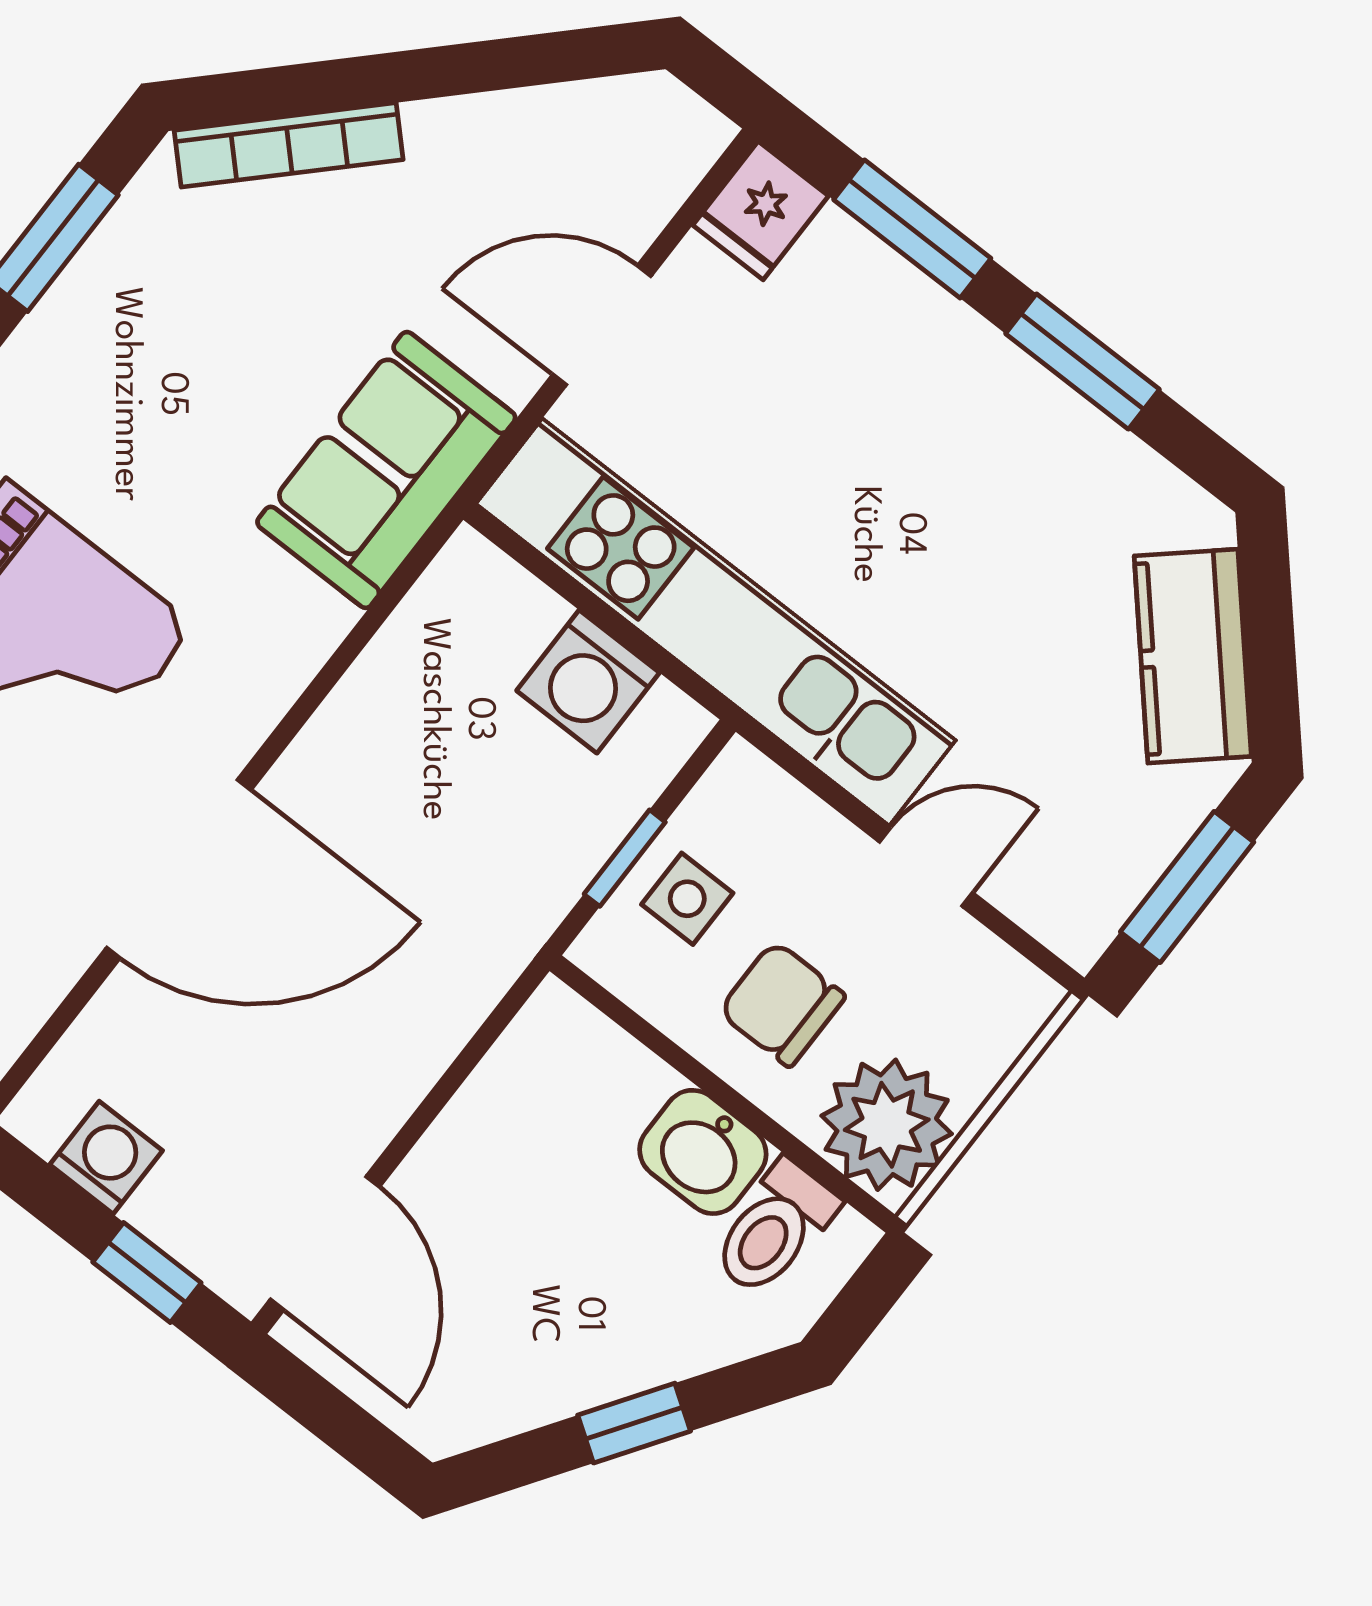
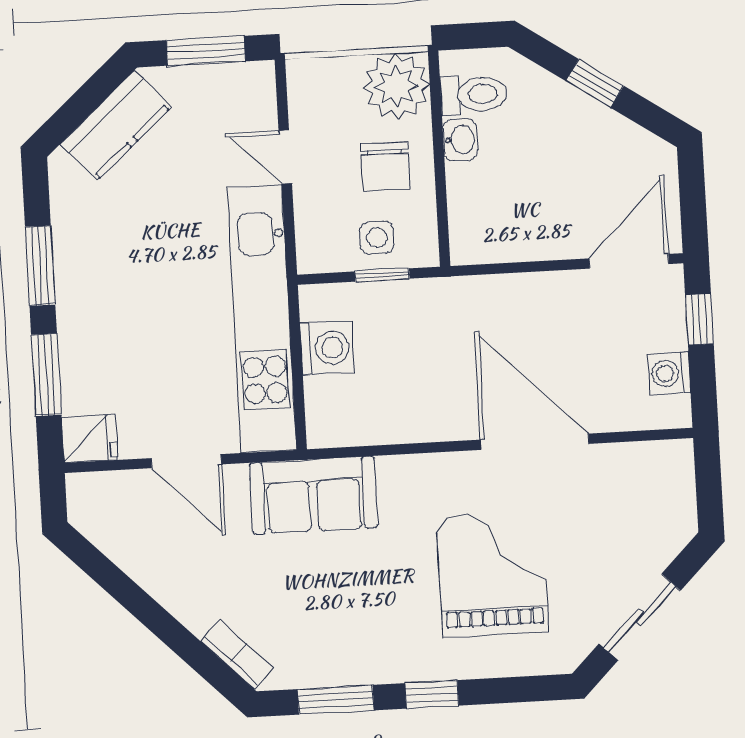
bookcase: (289, 145) -> (237, 654), width x0.64
washbasin: (703, 1152) -> (460, 140), width x0.72, depth x0.69

